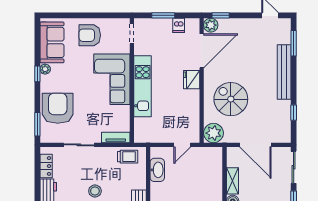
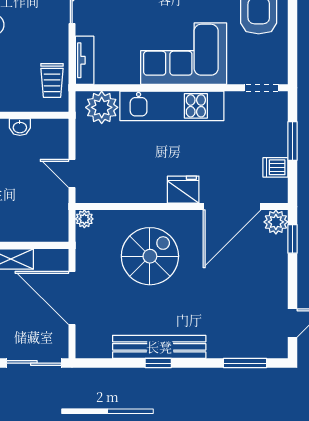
door: (202, 51) -> (232, 207), hinge flipped
bench: (284, 72) -> (159, 347), moved
window: (294, 113) -> (158, 363), moved
plant: (143, 127) -> (102, 107), added
plant: (213, 133) -> (84, 219), width x0.53, depth x0.53
door: (255, 145) -> (72, 298), hinge flipped
washbasin: (157, 170) -> (20, 127), width x0.52, depth x0.69

